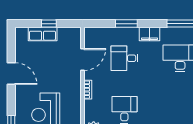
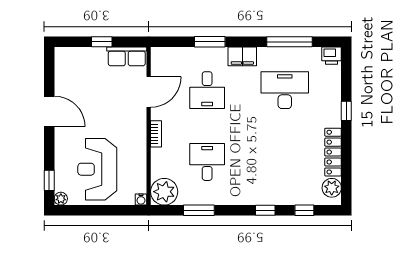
row of seats: (43, 34) -> (127, 56), moved
desk: (124, 58) -> (207, 90), turned -90

